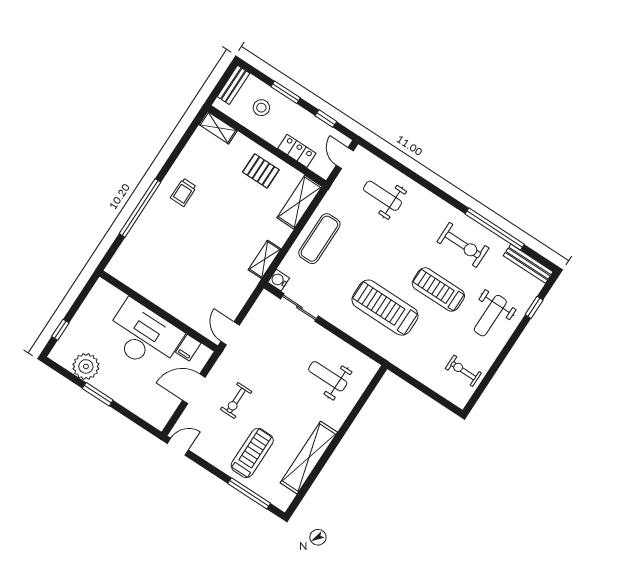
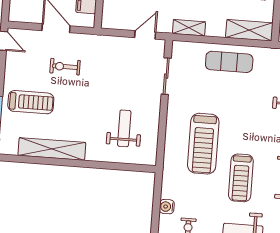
water cooler: (279, 280) -> (167, 207), moved, turned -90
treadmill: (438, 289) -> (241, 178), turned 180
treadmill: (385, 308) -> (203, 144), turned 180
door: (230, 333) -> (145, 35), moved

